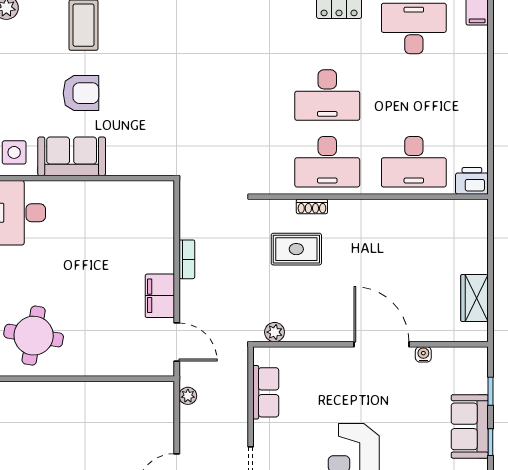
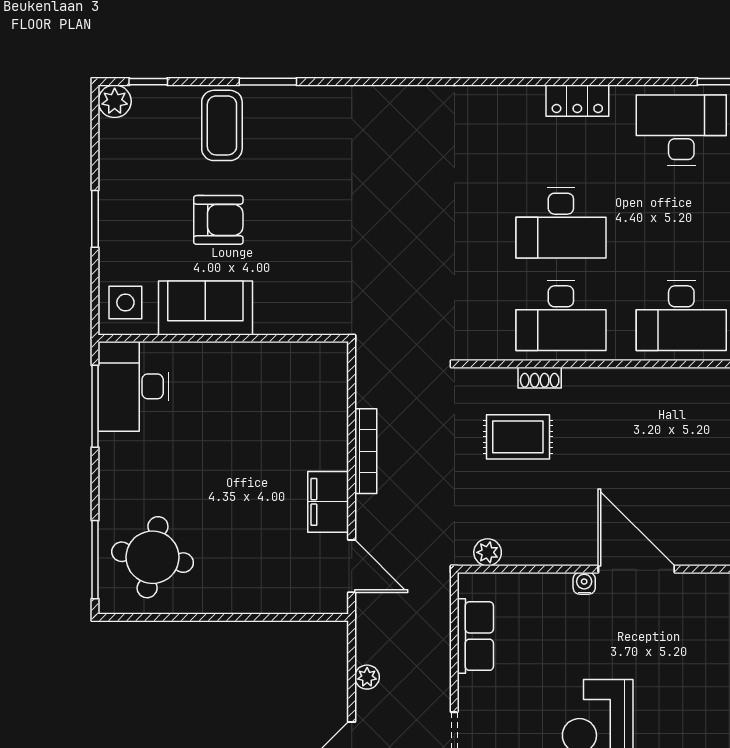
bookcase: (187, 259) -> (366, 451), width x1.56
water cooler: (423, 354) -> (584, 583), moved
plant: (188, 396) -> (367, 677), moved

